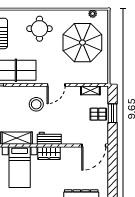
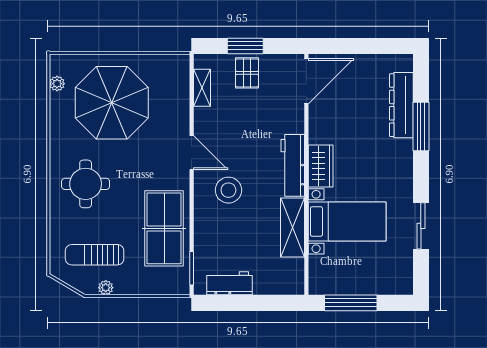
workbench: (49, 138) -> (293, 165), width x1.38
door: (94, 146) -> (306, 81), hinge flipped

